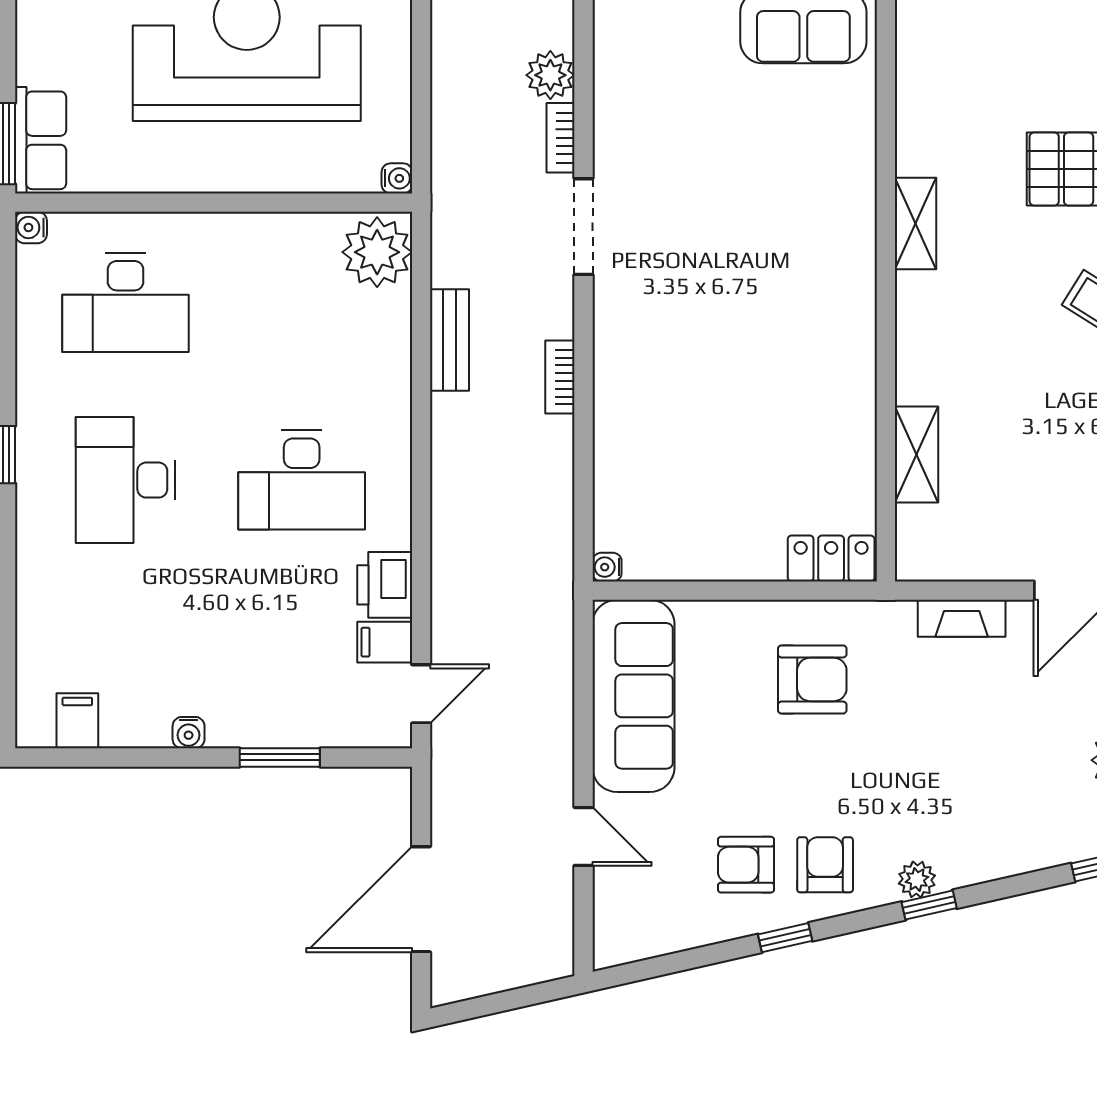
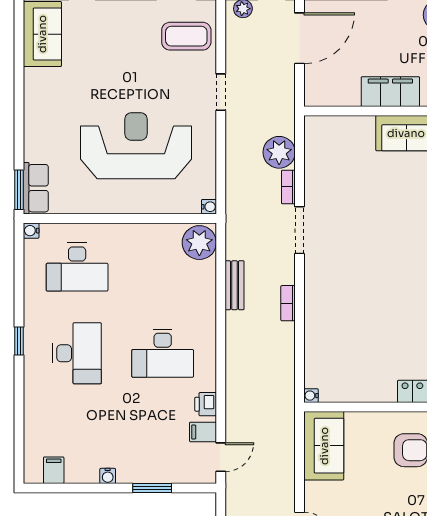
plant: (550, 75) -> (279, 152), width x1.36, depth x1.36
desk: (126, 480) -> (77, 353), turned 180
printer: (385, 585) -> (206, 404), width x0.73, depth x0.81
sofa: (633, 696) -> (324, 446), width x0.73

